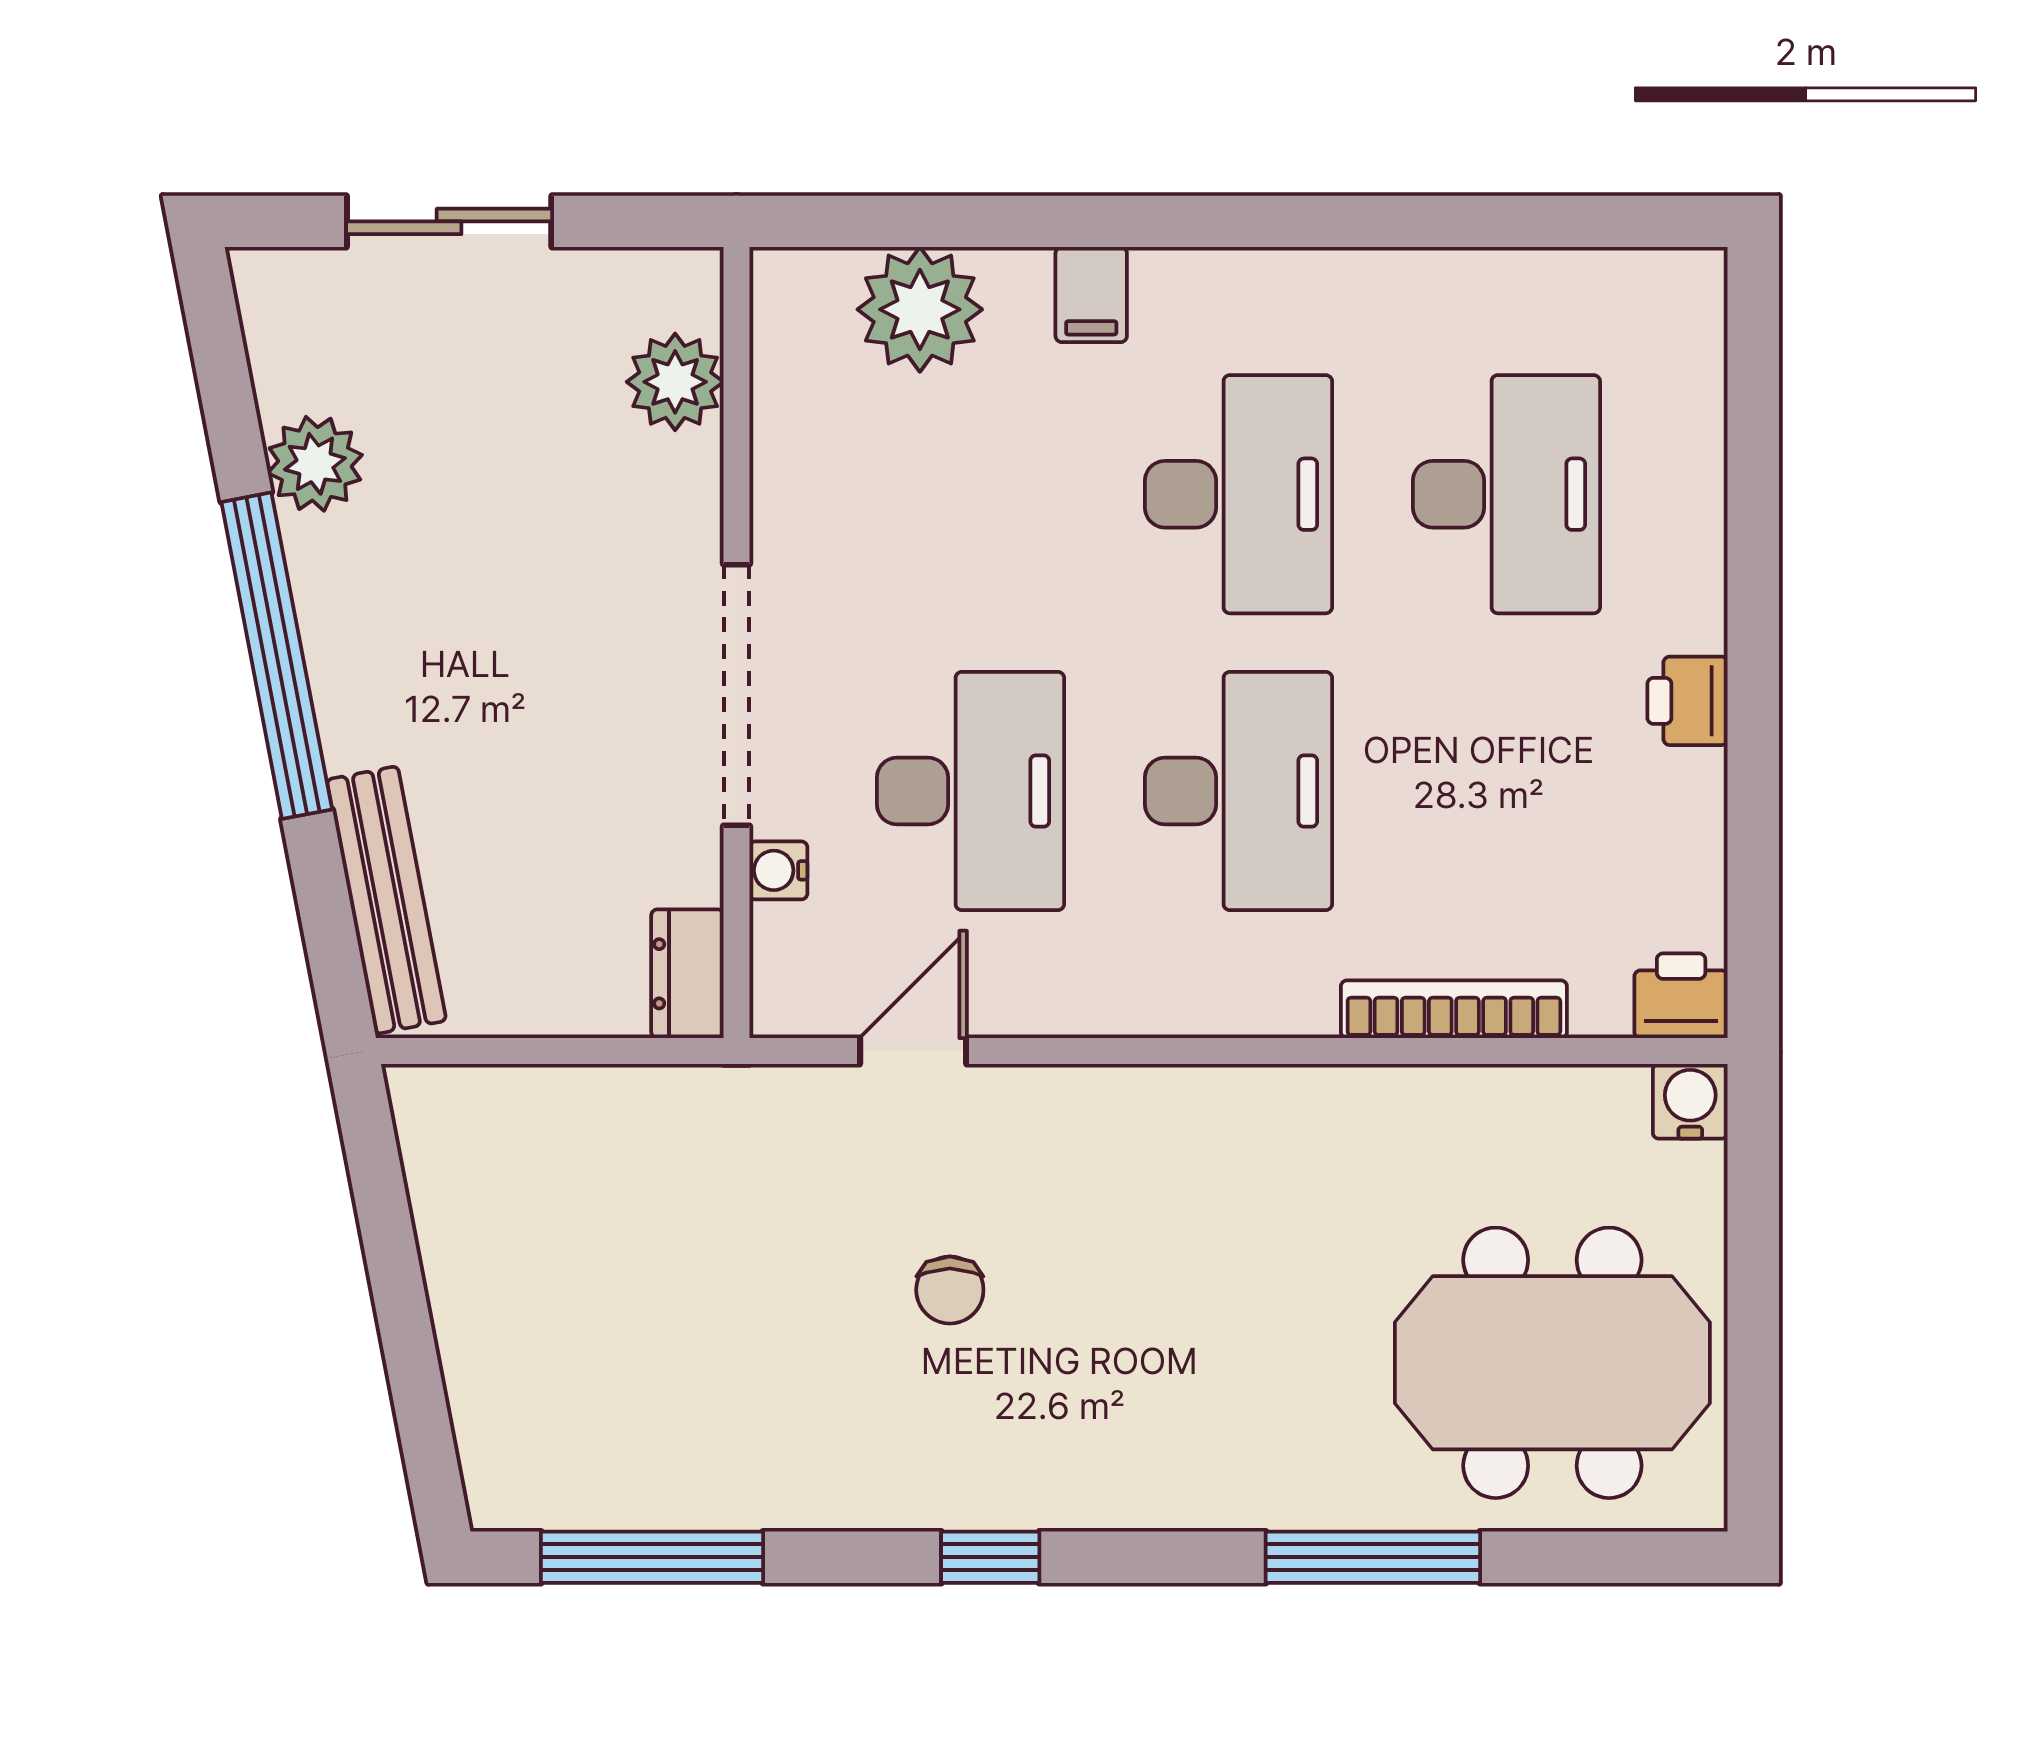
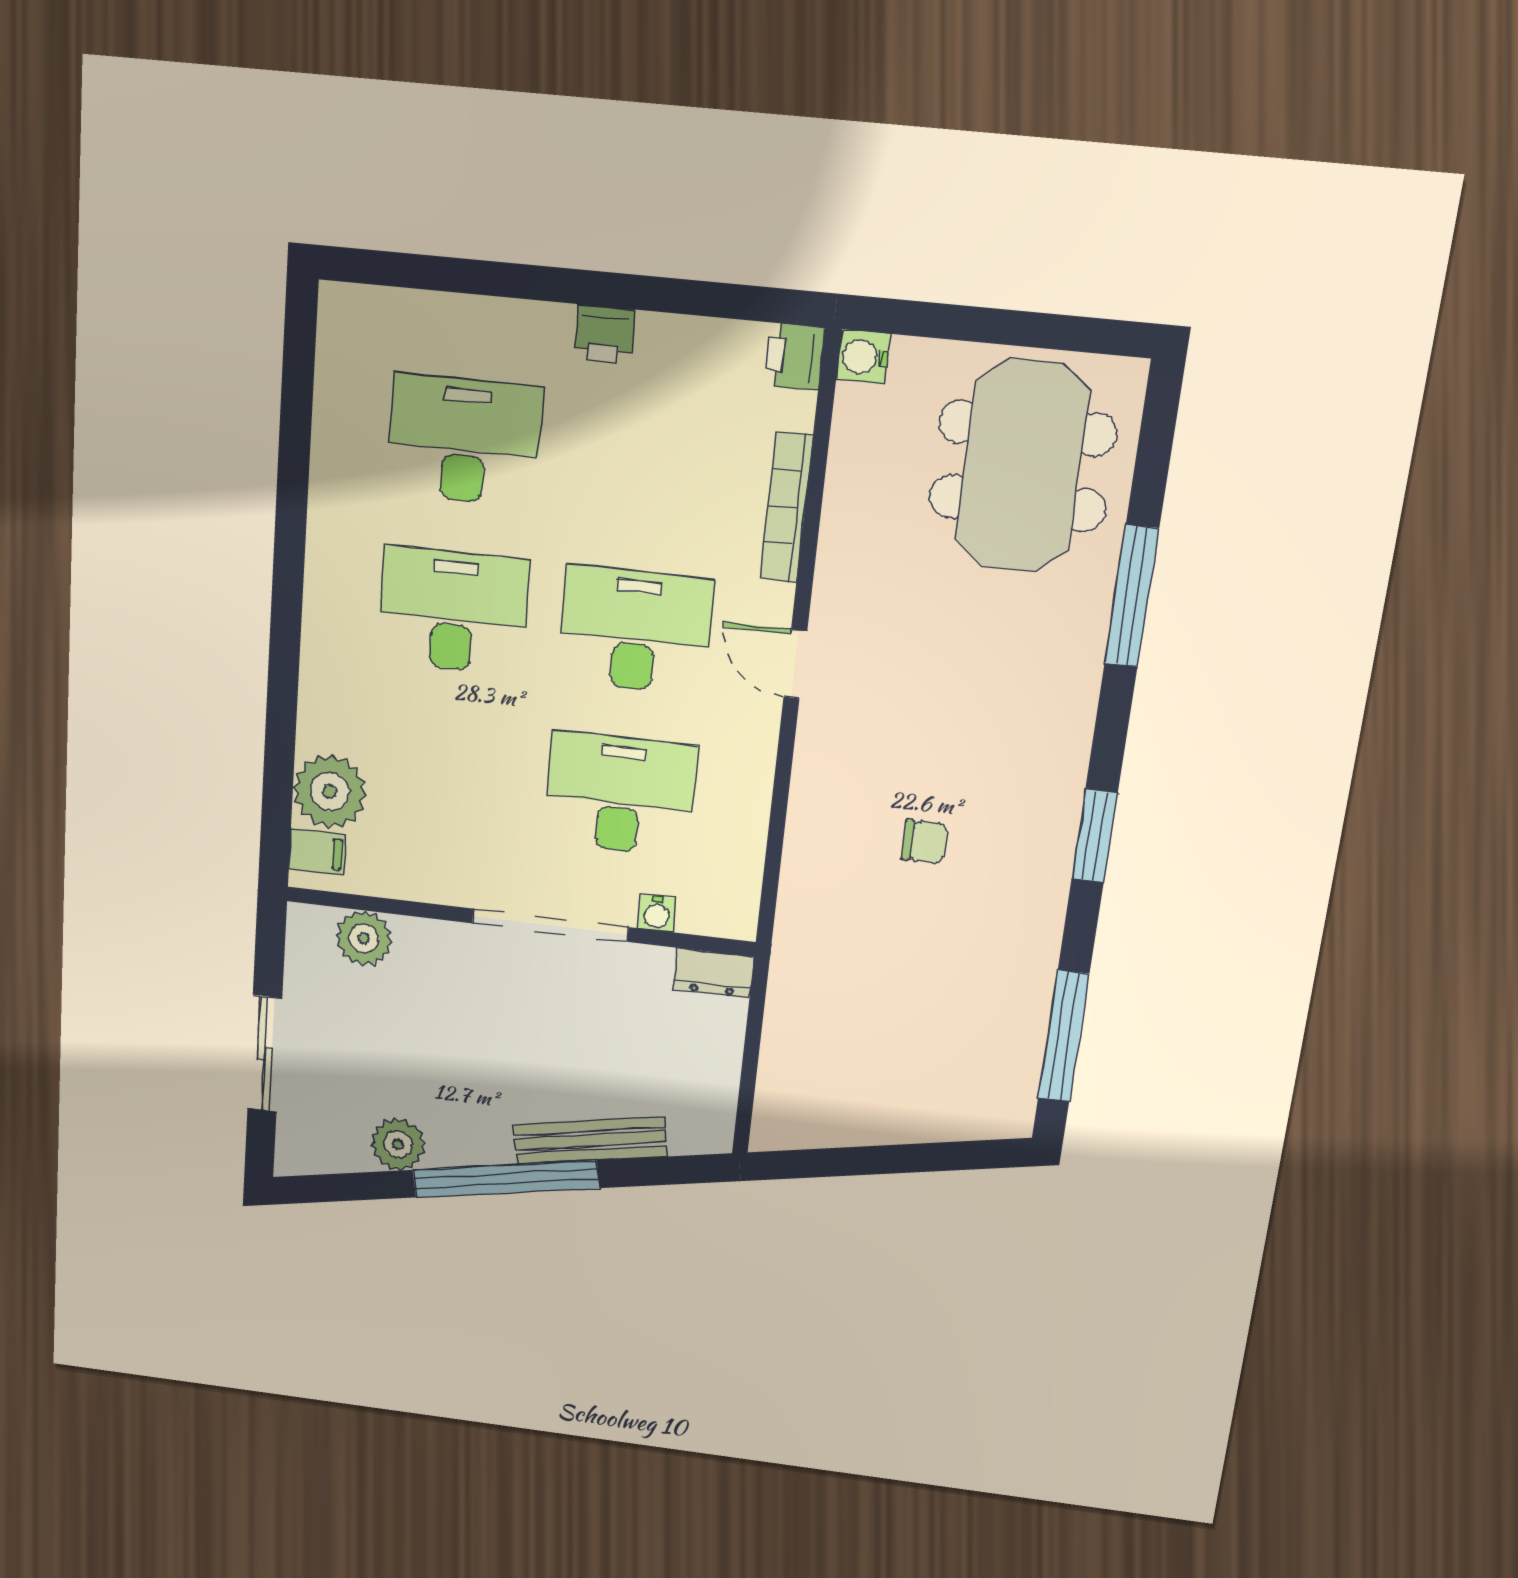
filing cabinet: (1091, 295) -> (318, 852), moved
bench: (386, 900) -> (590, 1140), moved
door: (913, 1051) -> (795, 664), moved
window: (990, 1557) -> (1095, 836), width x1.50

